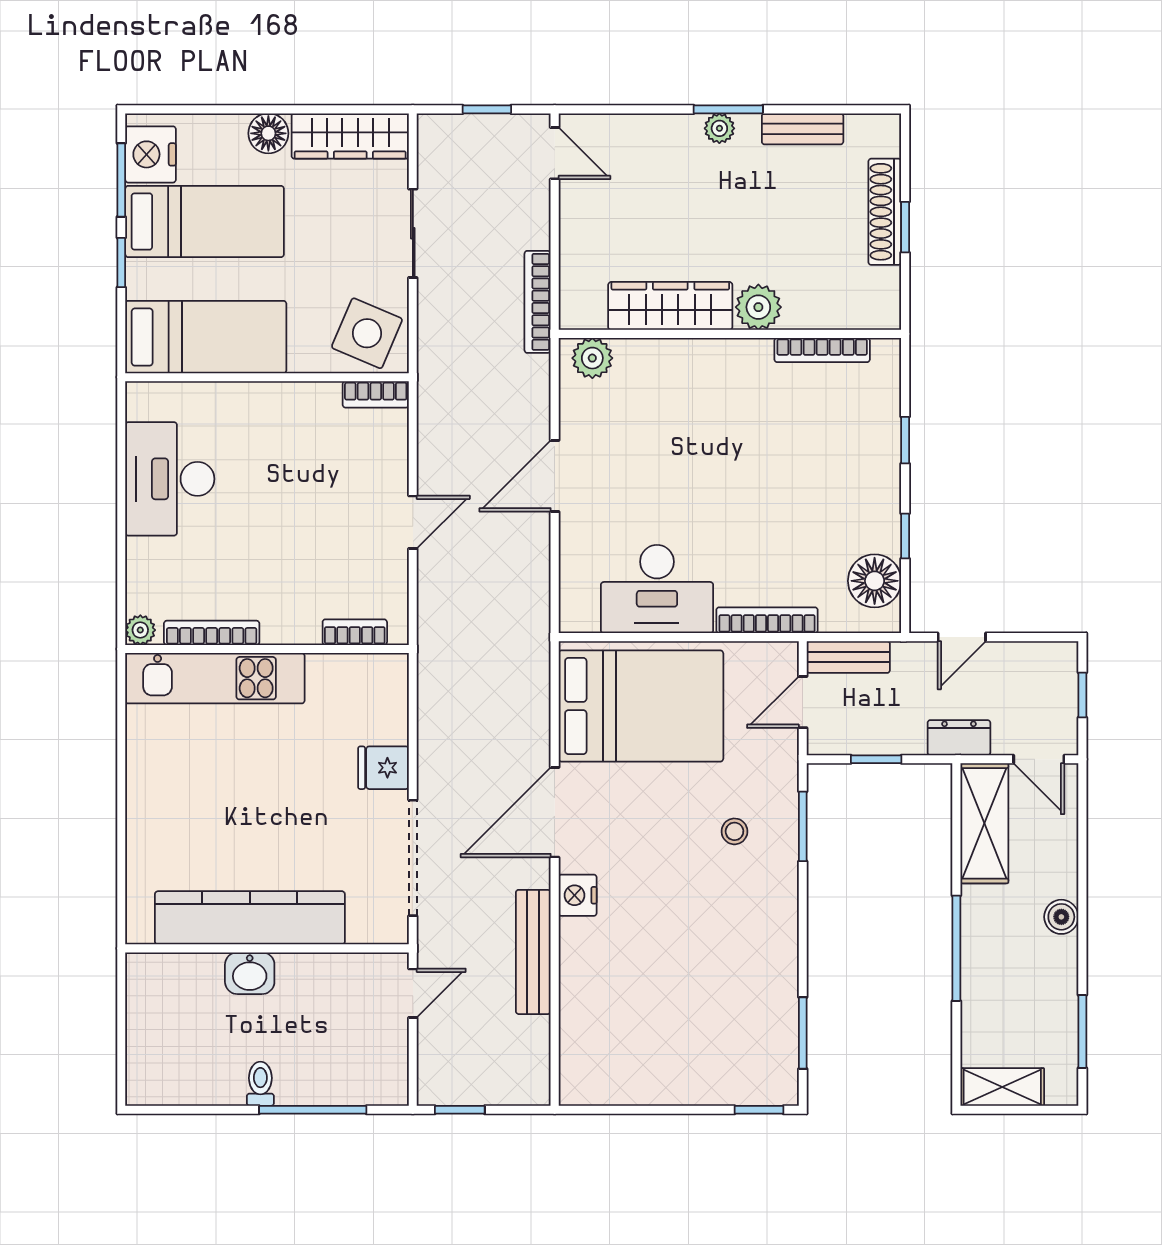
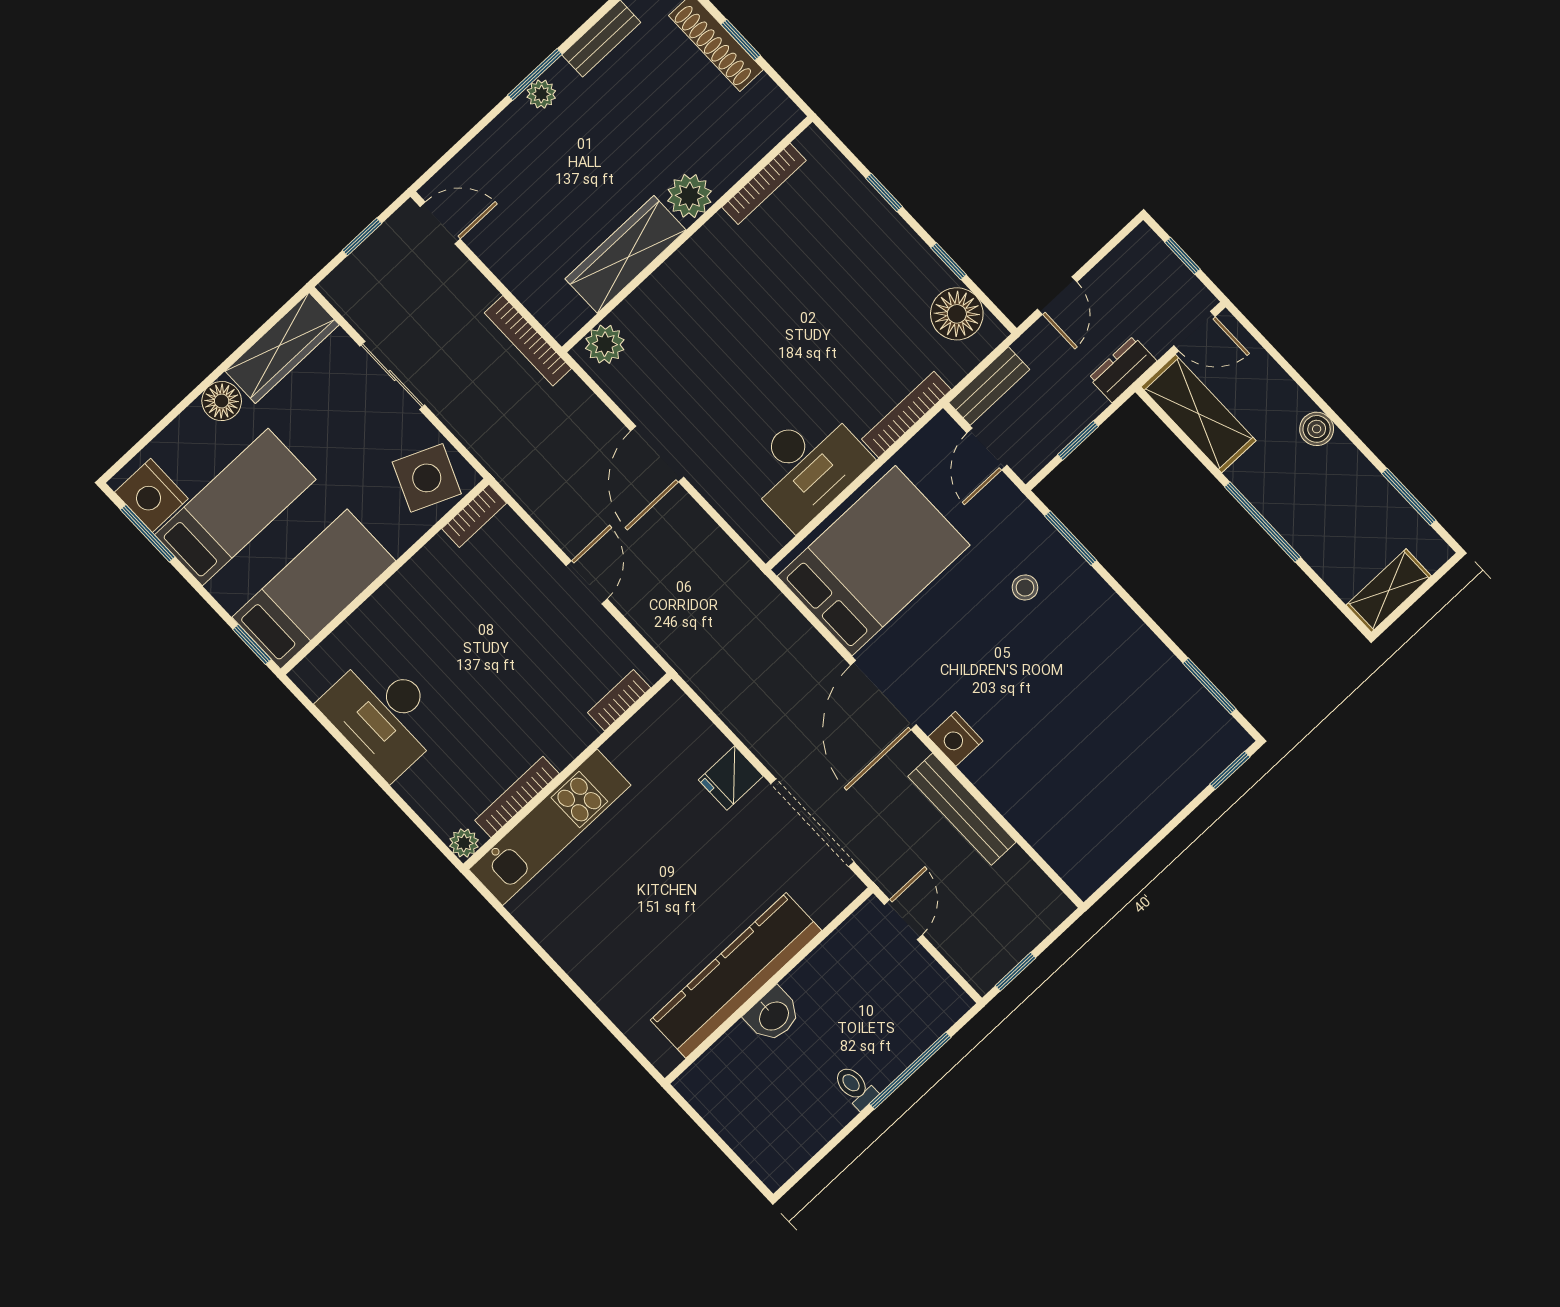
window: (121, 263) -> (252, 644), moved

